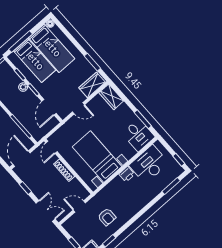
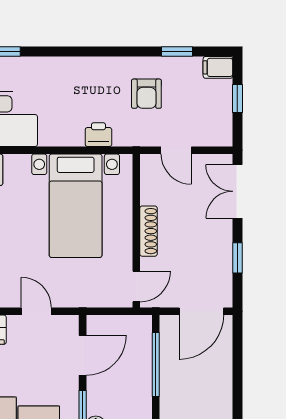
printer: (127, 174) -> (98, 135), moved
armchair: (107, 217) -> (146, 94), turned 180

